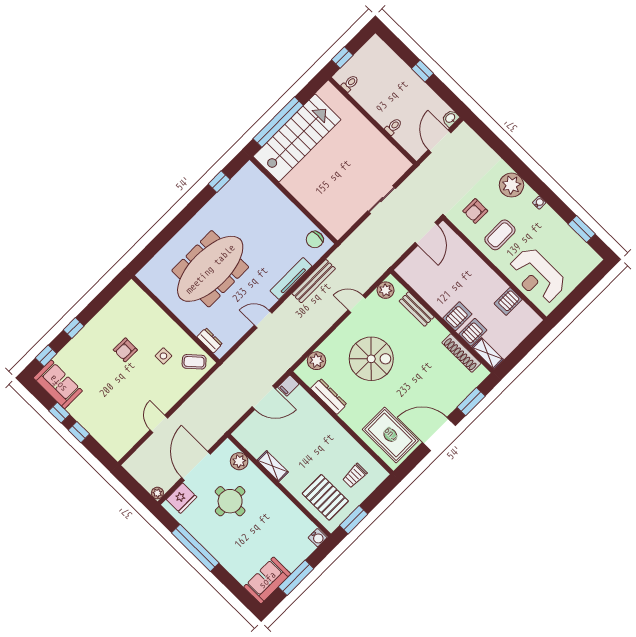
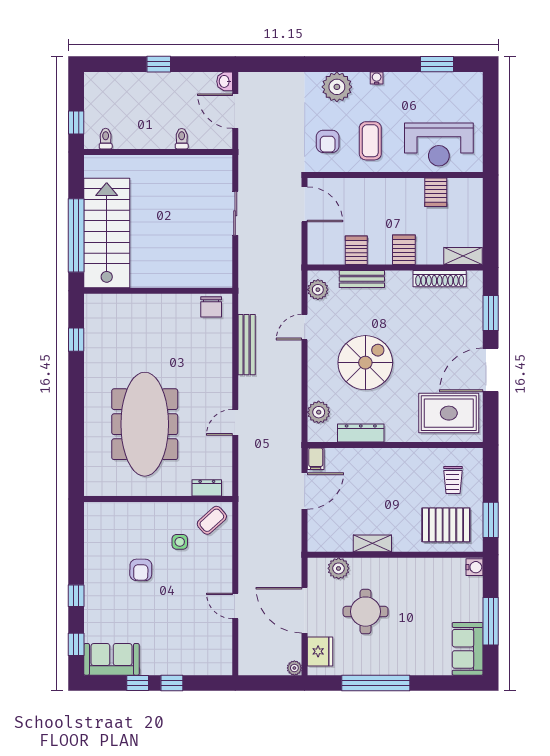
tv unit: (291, 278) -> (224, 362), removed
server rack: (473, 332) -> (356, 250), moved

